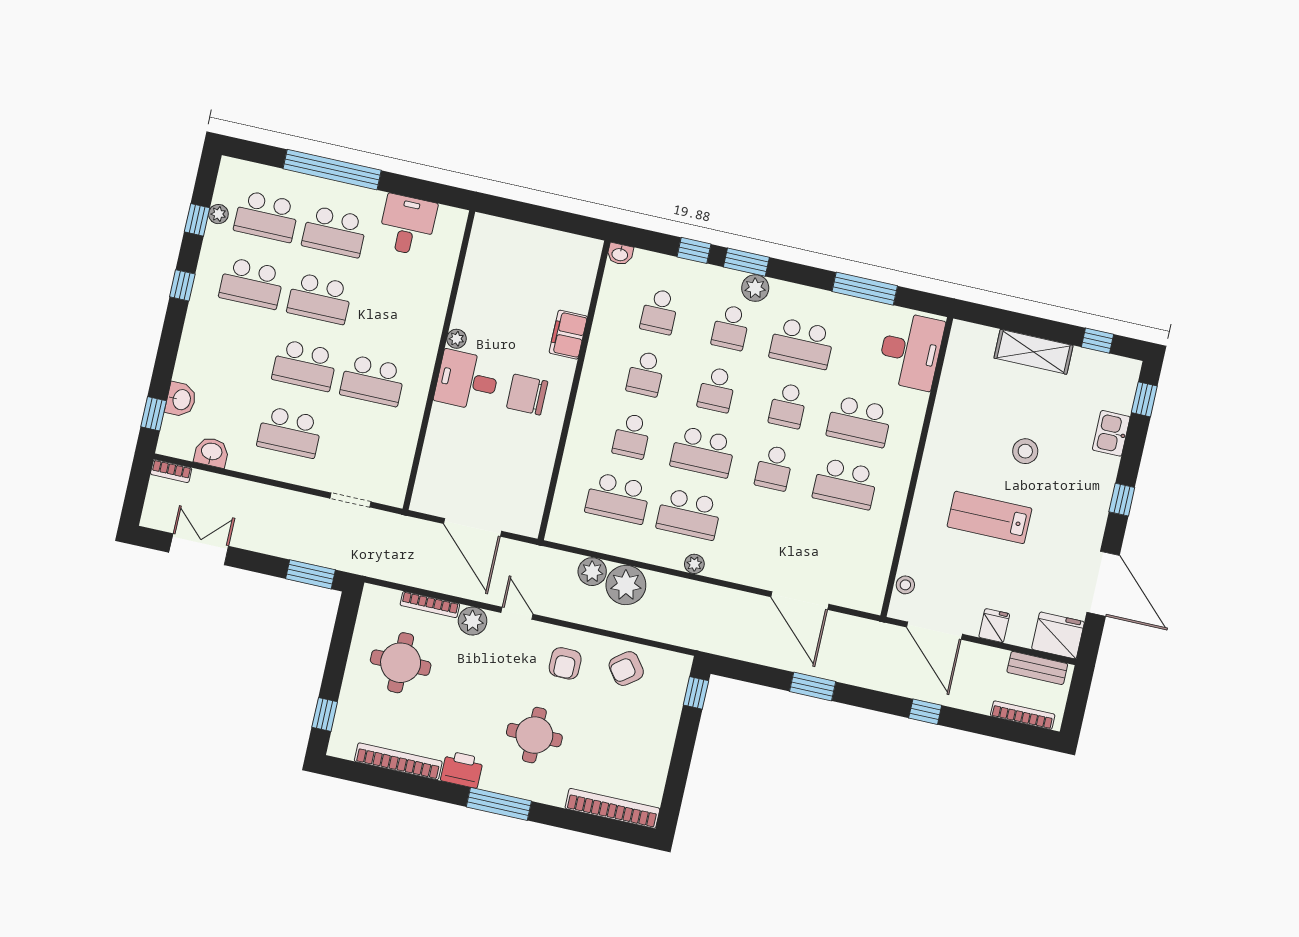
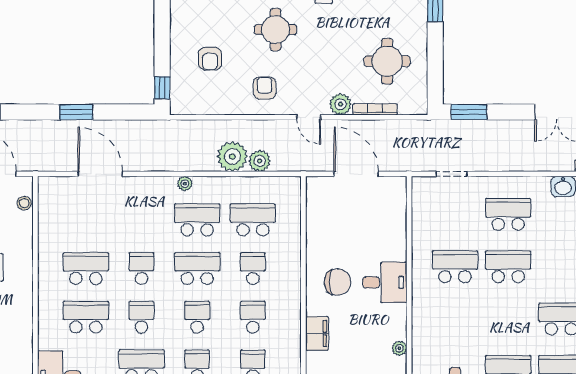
school desk: (320, 298) -> (508, 319), removed
plant: (457, 339) -> (399, 348), moved
armchair: (626, 669) -> (210, 59), moved, turned 127

